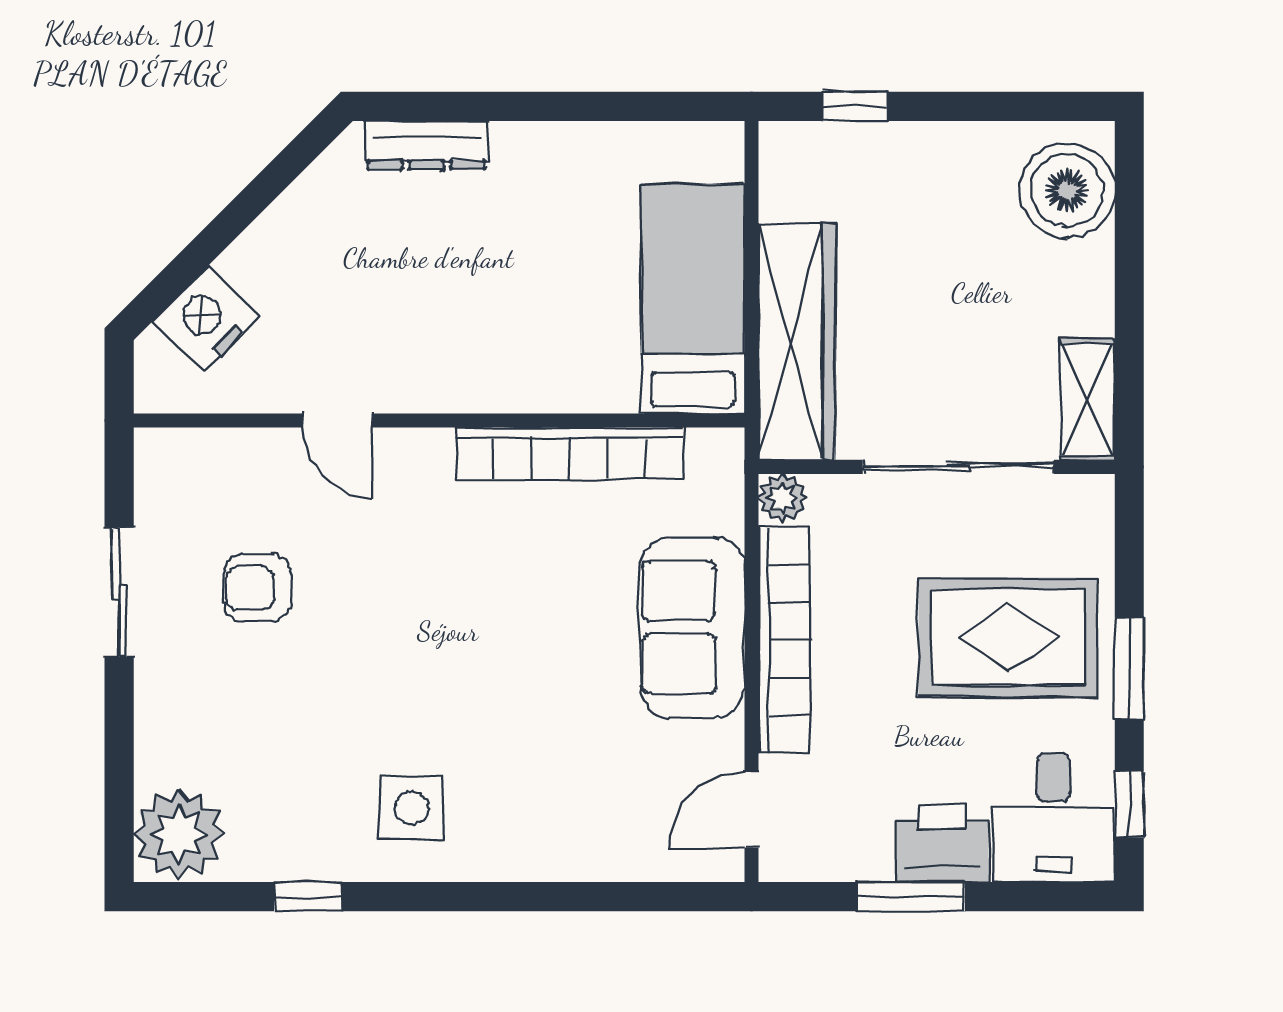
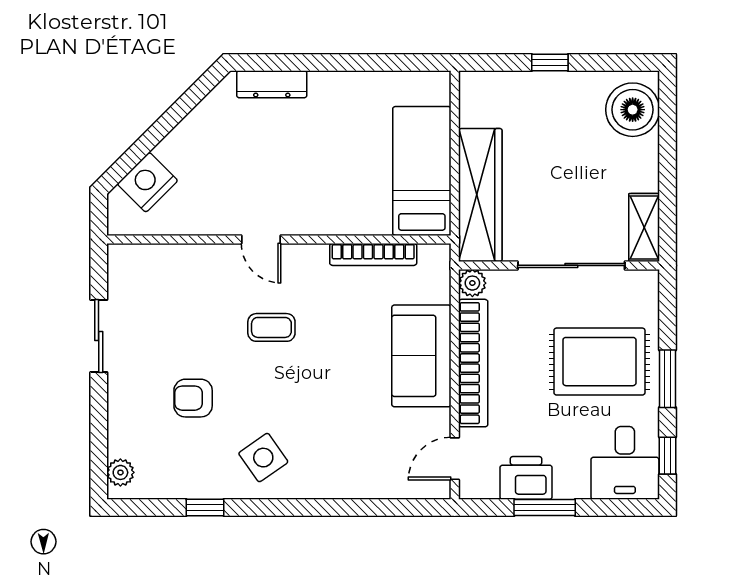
window: (855, 106) -> (550, 62), moved
door: (337, 421) -> (261, 239), moved
bookcase: (570, 453) -> (373, 254), width x0.68, depth x0.76
coffee table: (426, 577) -> (271, 327), added
armchair: (258, 588) -> (193, 398), moved
side table: (411, 808) -> (263, 458), turned -35
plant: (179, 834) -> (120, 472), width x0.53, depth x0.53
printer: (943, 844) -> (526, 478), moved

